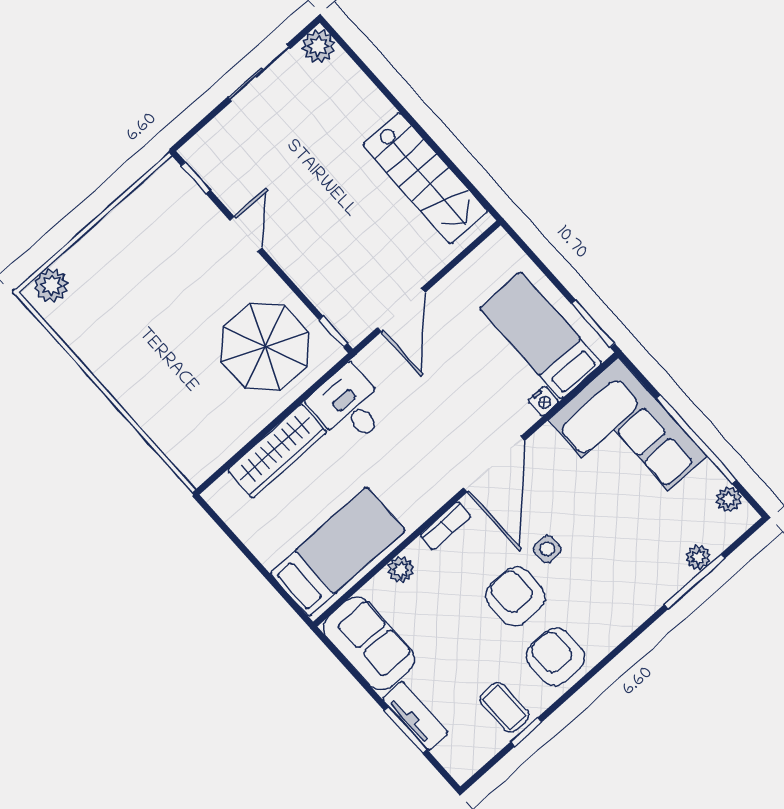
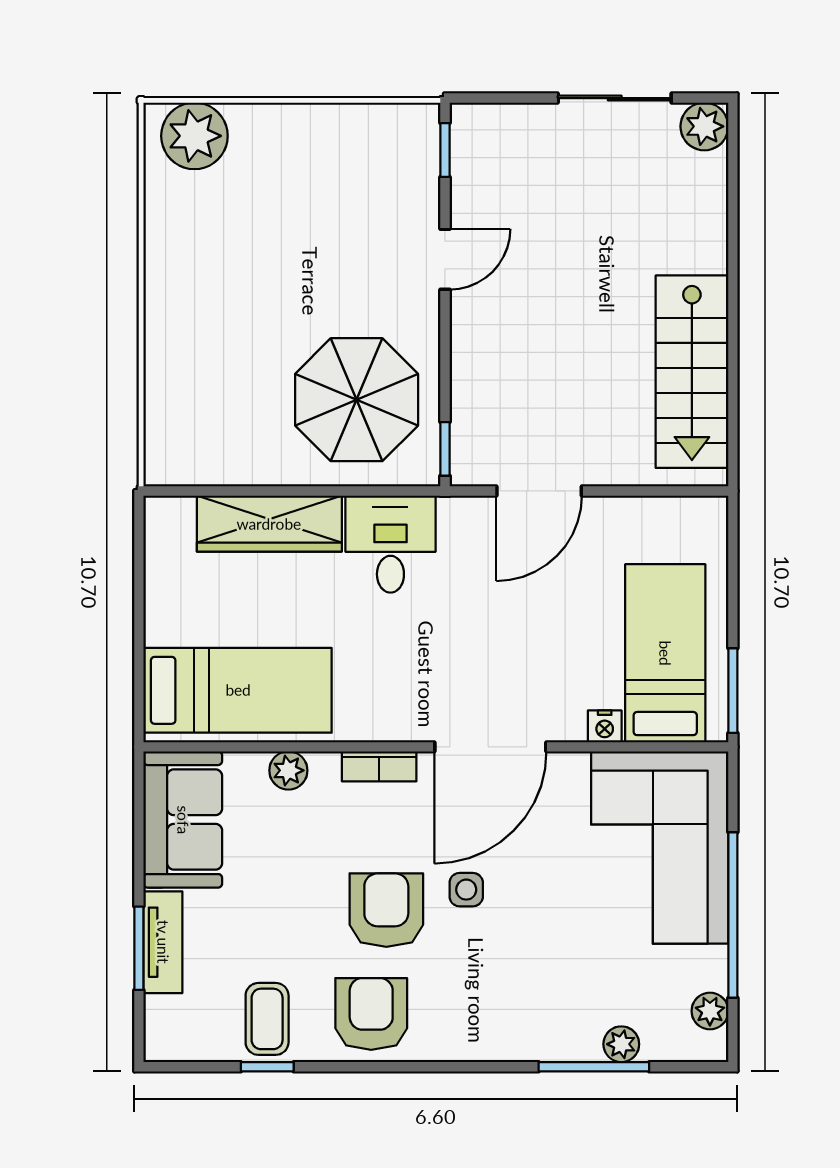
plant: (51, 285) -> (194, 136), width x1.36, depth x1.36

